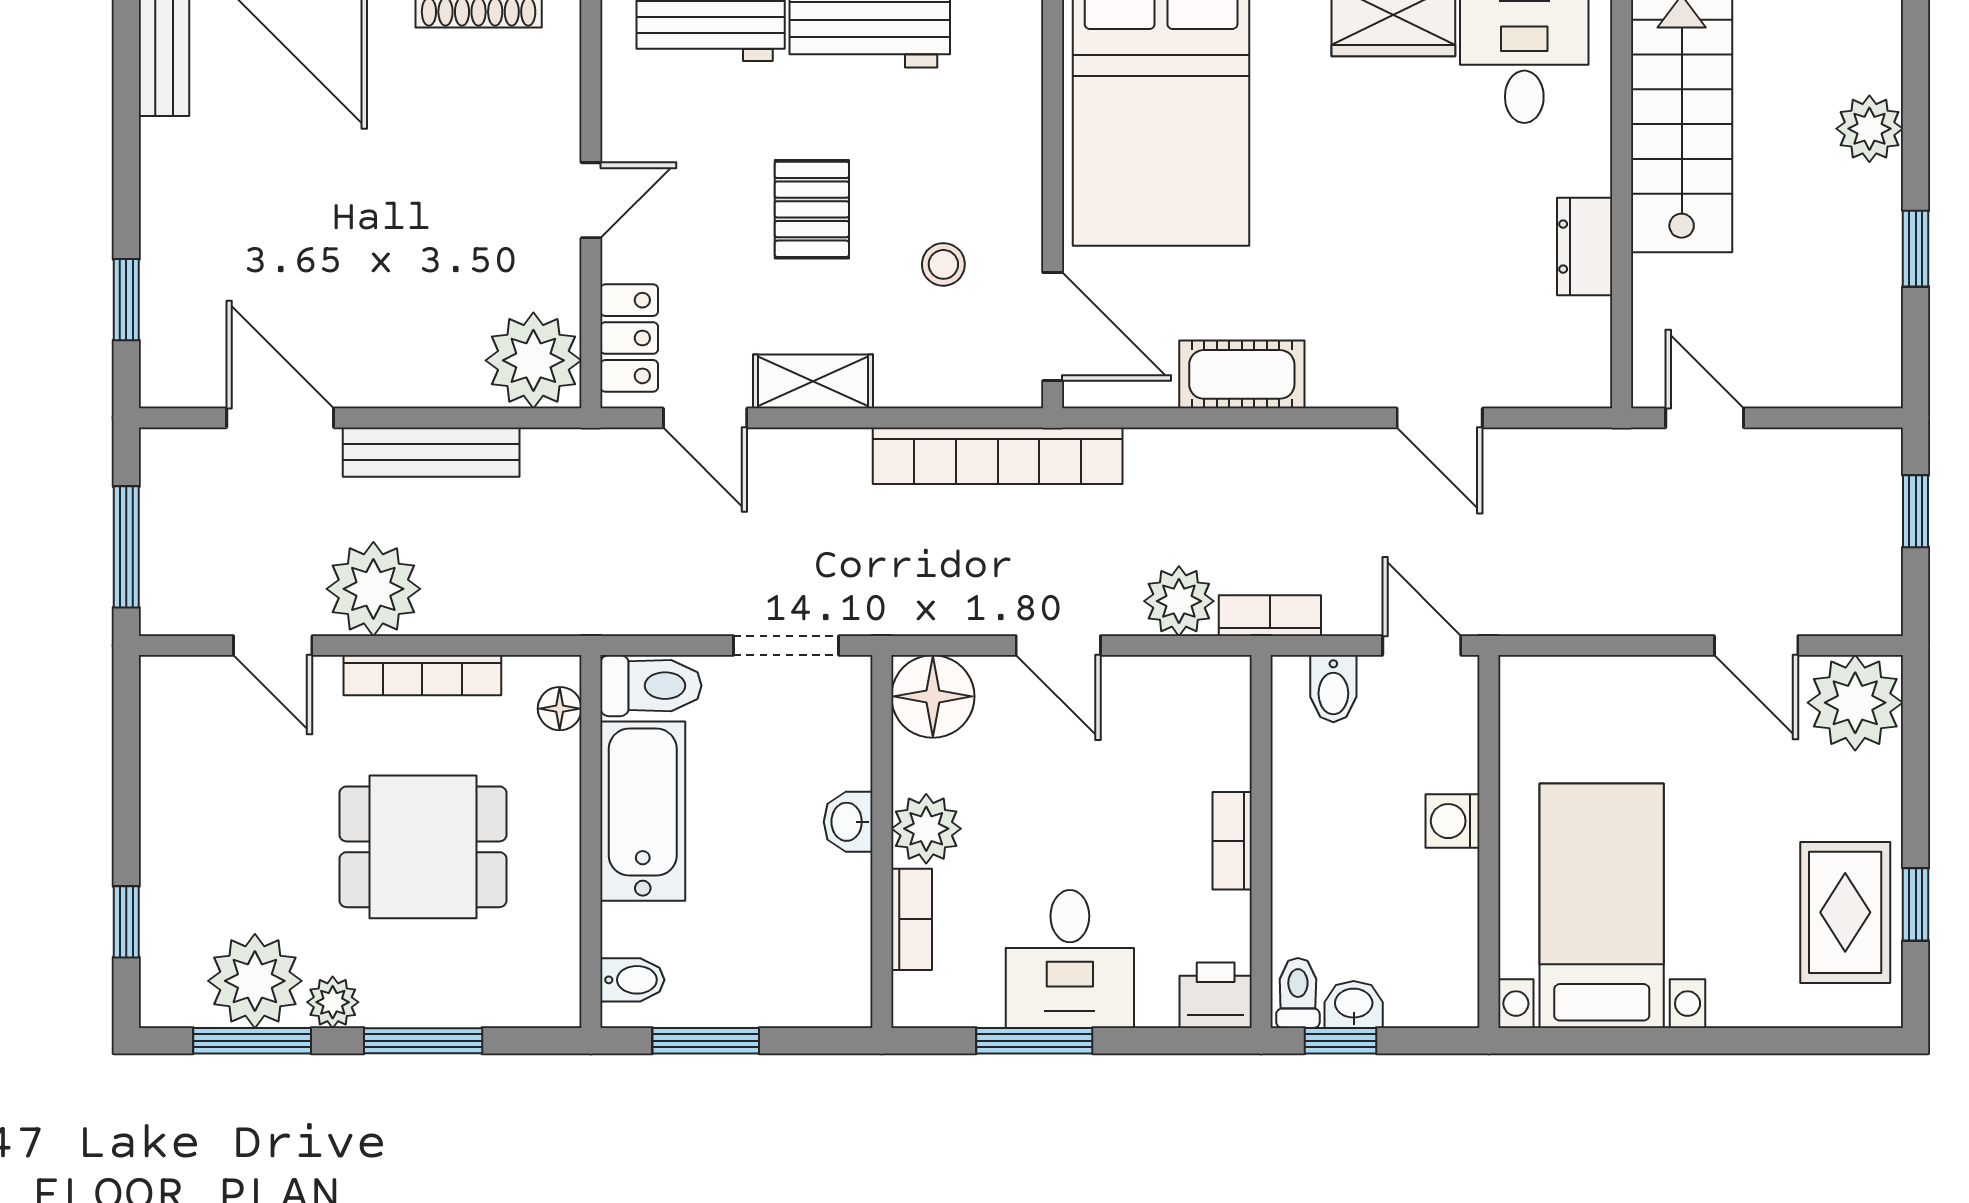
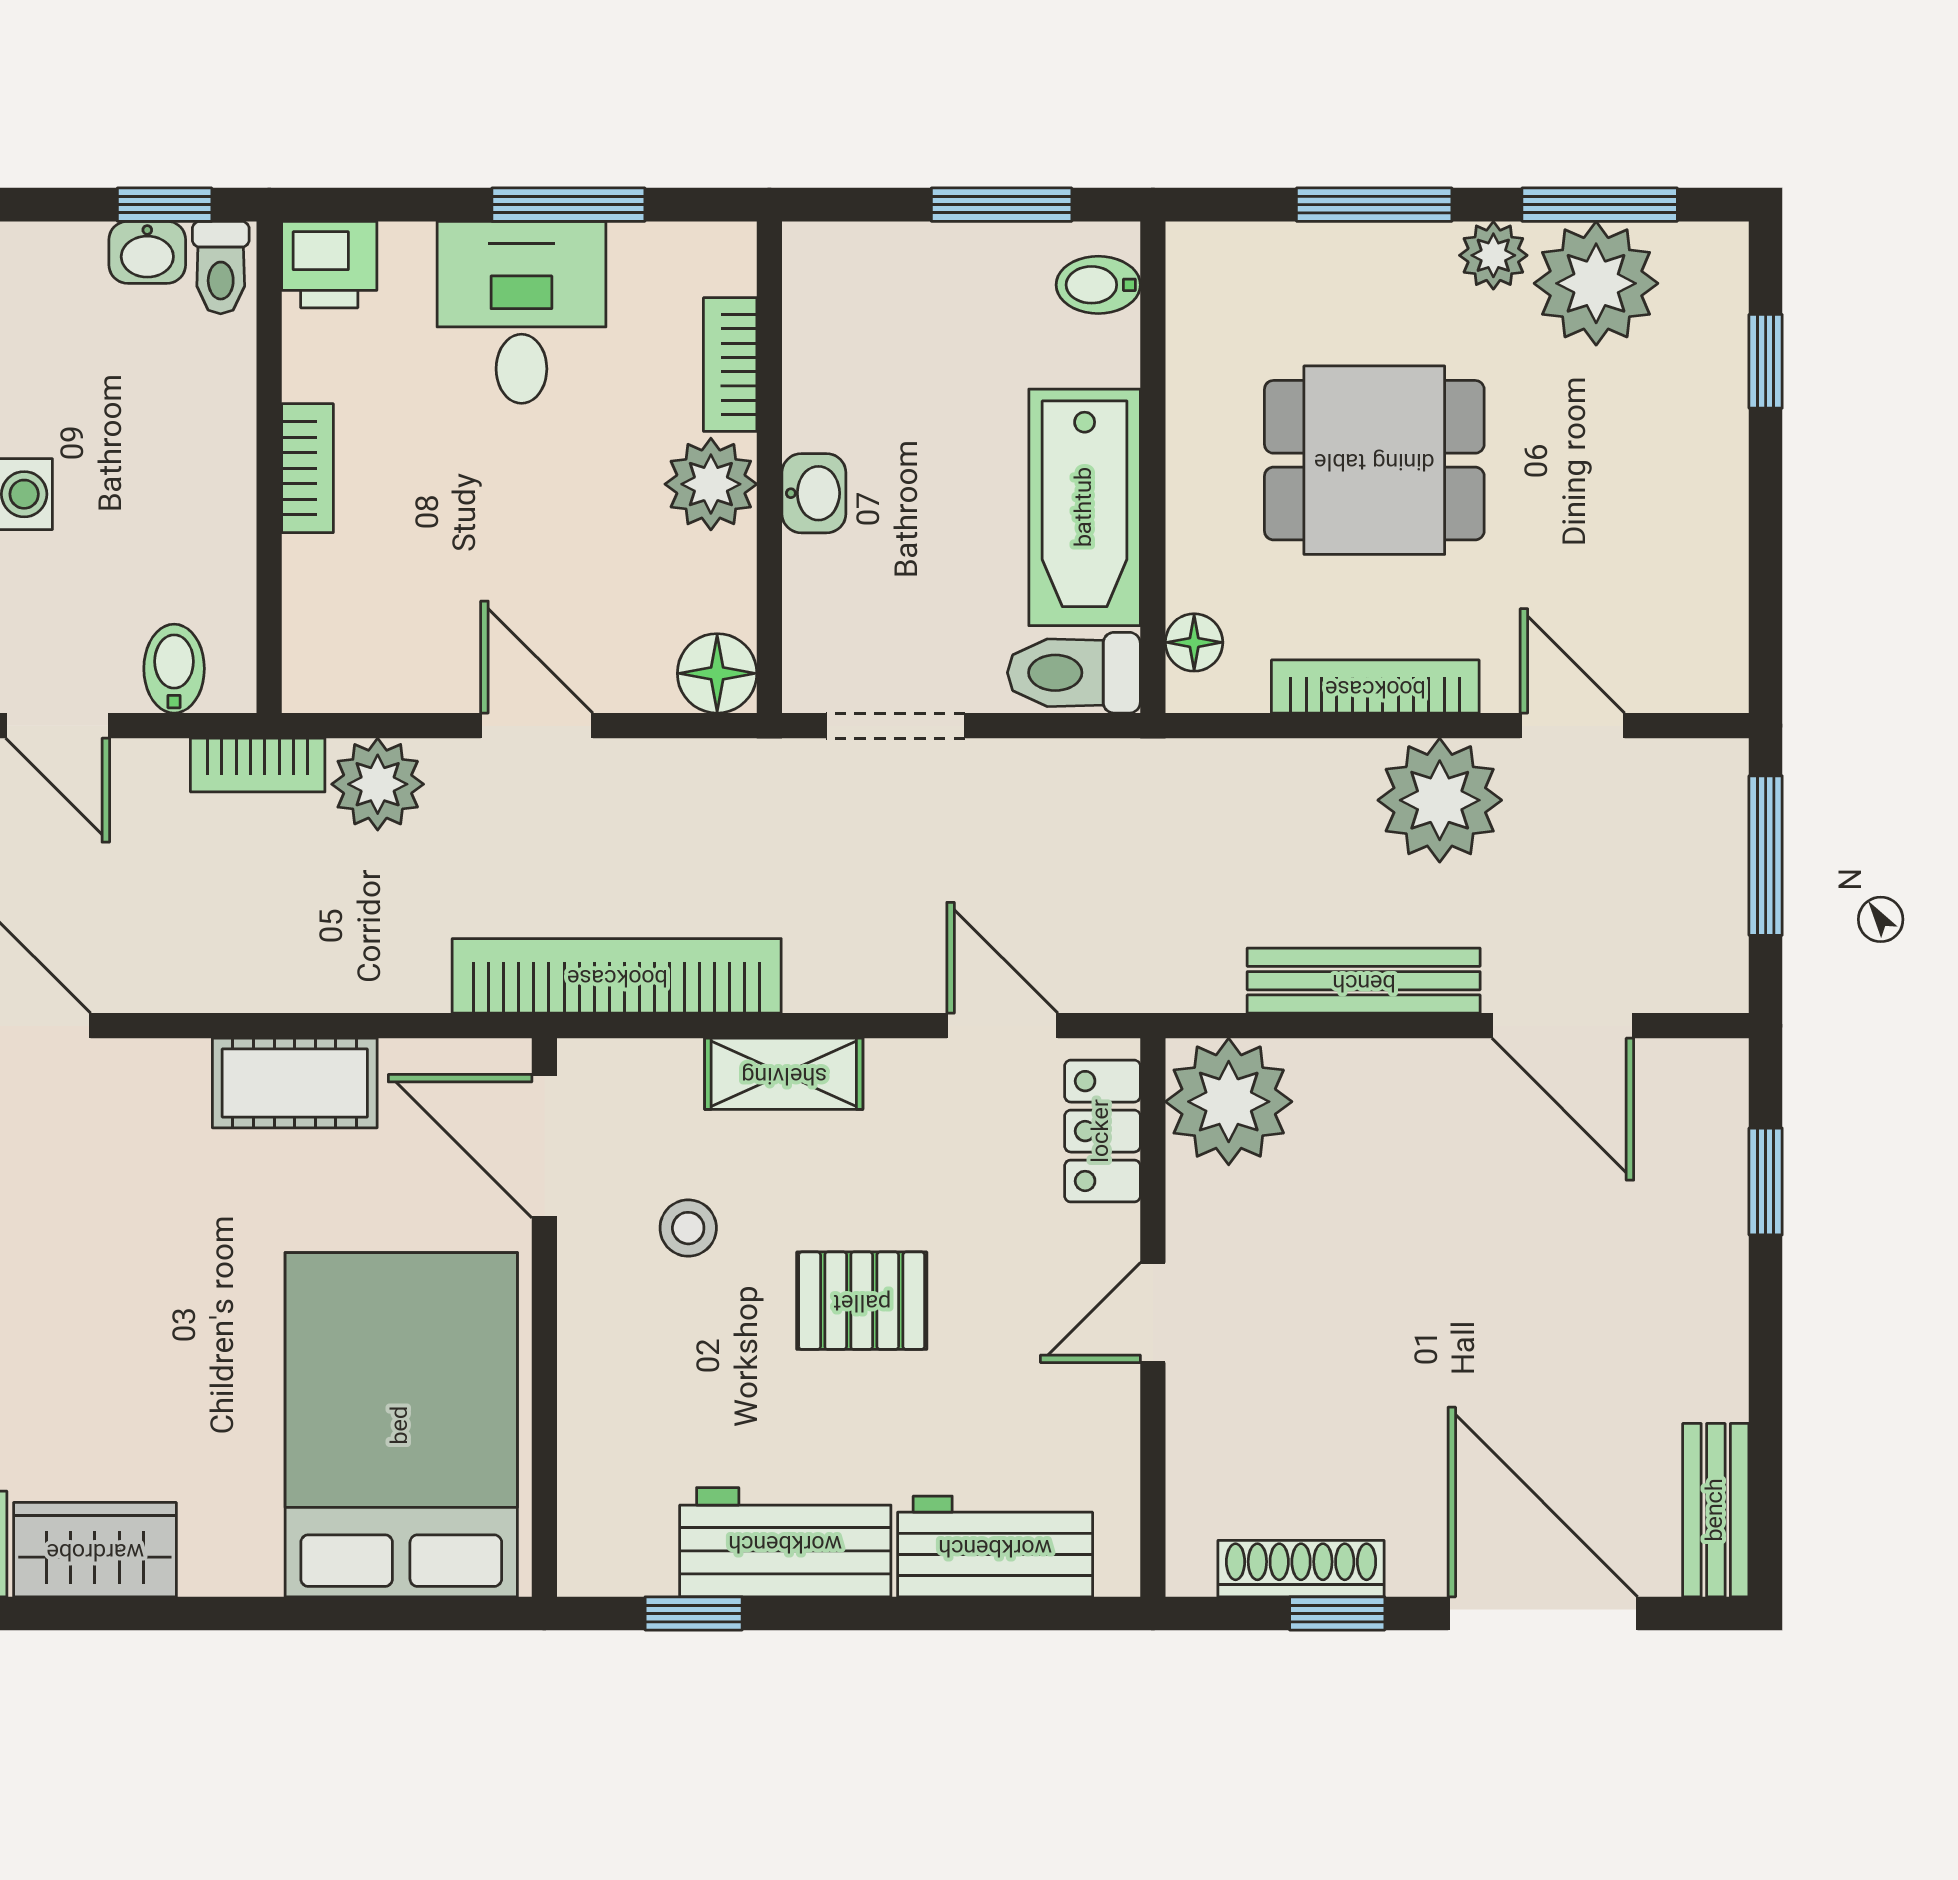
pallet: (812, 209) -> (862, 1301), turned 90
shelving: (813, 381) -> (784, 1074), moved
floor lamp: (933, 696) -> (717, 673), width x0.73, depth x0.73

